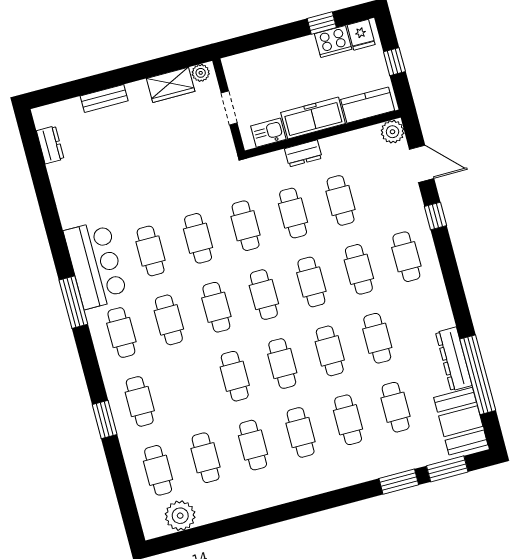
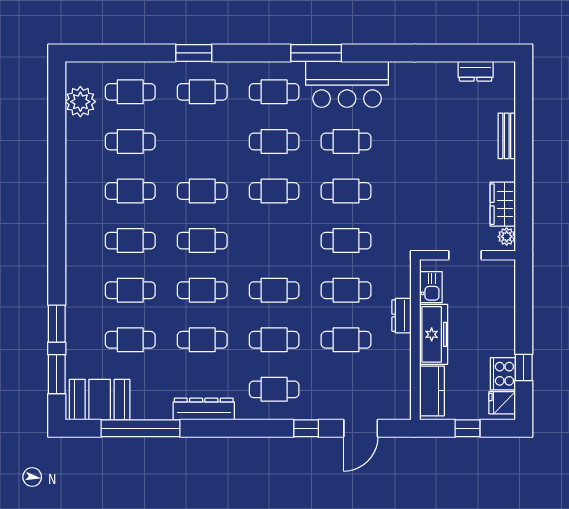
plant: (393, 132) -> (400, 408), removed
cafe table: (264, 295) -> (274, 241), removed
dresser: (454, 359) -> (204, 409), moved

